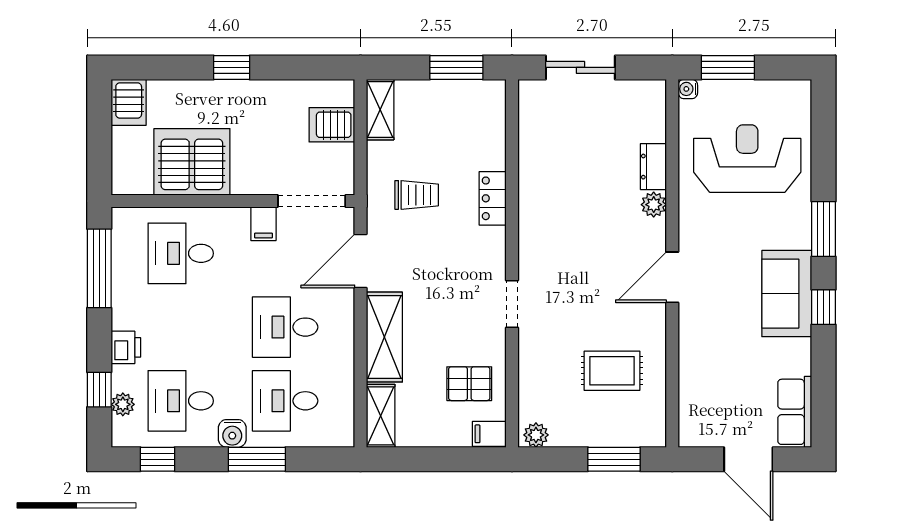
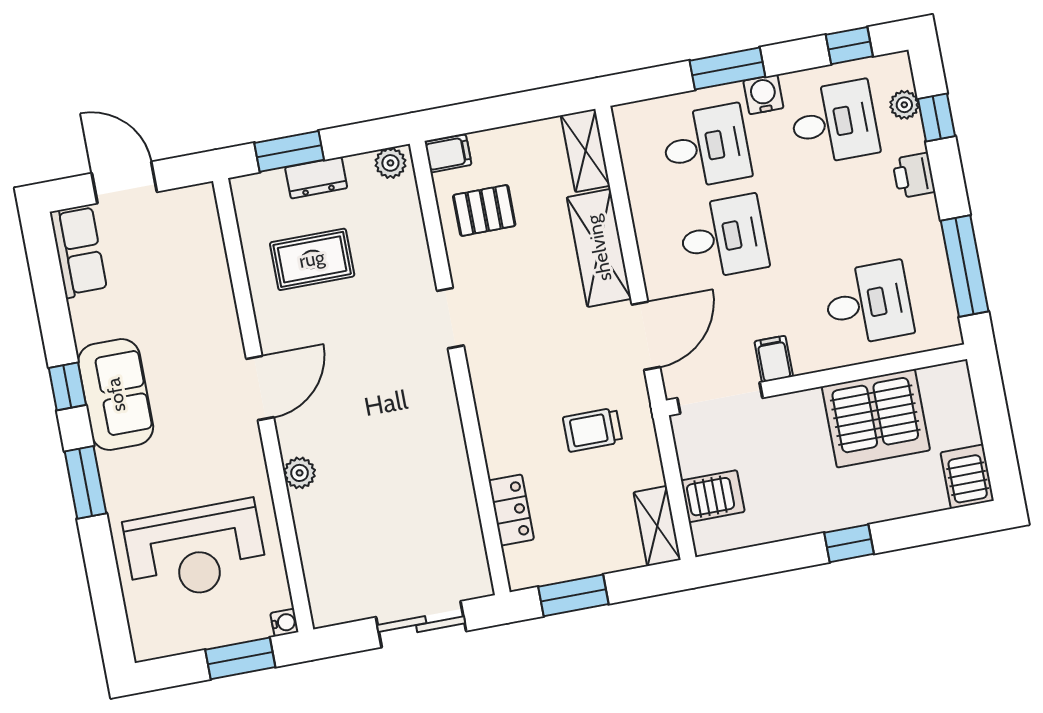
dresser: (653, 167) -> (316, 178), moved, turned 90
locker: (493, 198) -> (511, 510), moved

